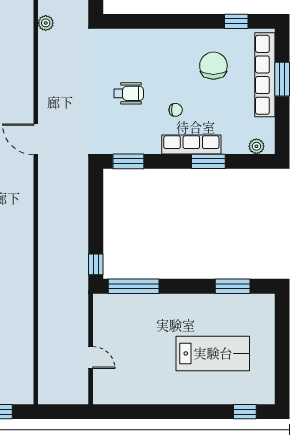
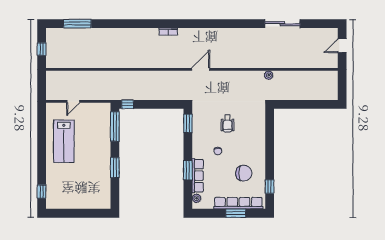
row of seats: (191, 144) -> (198, 176), moved
window: (233, 286) -> (115, 168), moved
lab bench: (213, 353) -> (64, 141), moved

